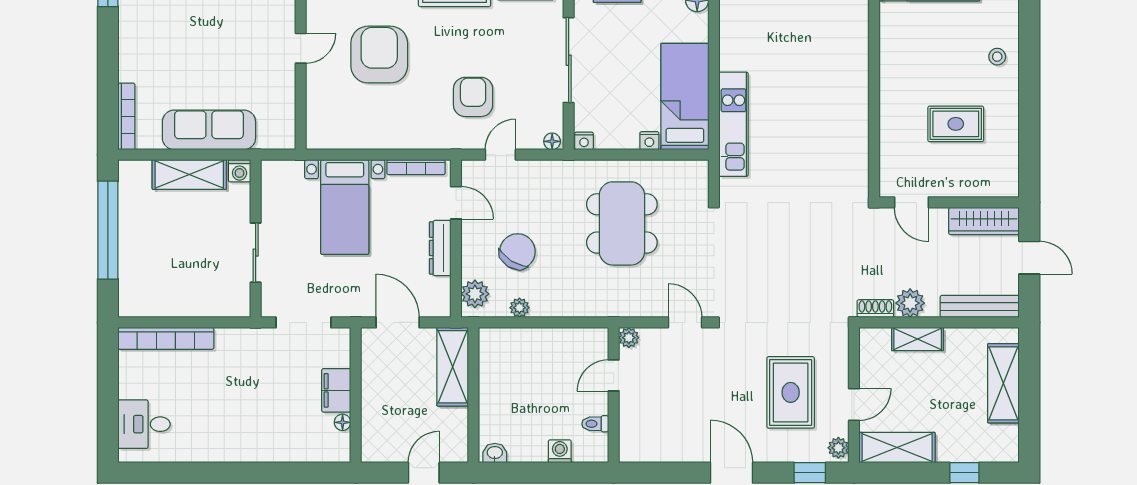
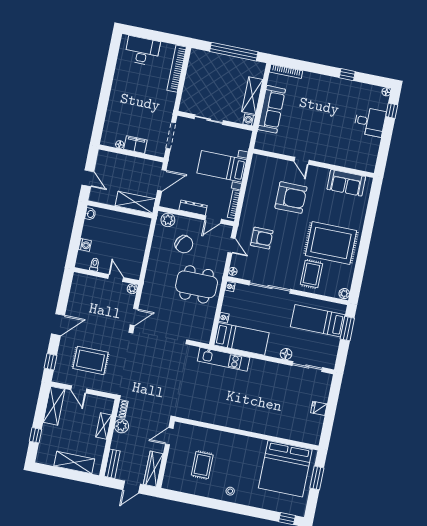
dining table: (622, 223) -> (197, 284), moved
bench: (980, 306) -> (112, 464), width x0.73
plant: (519, 308) -> (157, 240), removed
desk: (144, 424) -> (142, 51), width x1.37
plant: (838, 448) -> (60, 378), removed

